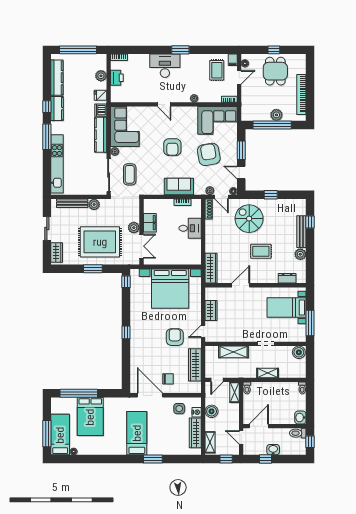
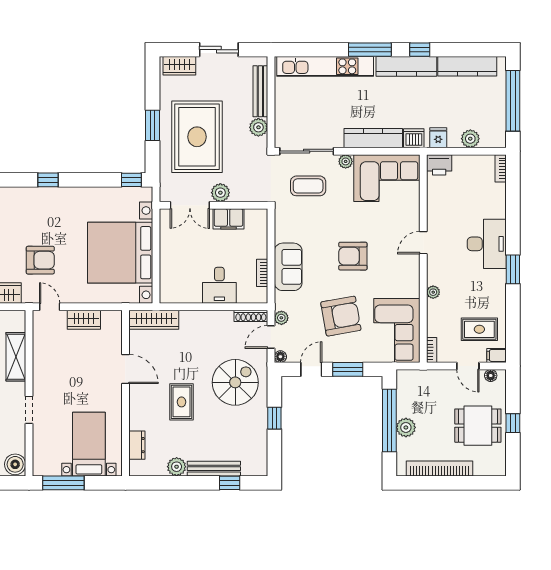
printer: (117, 78) -> (439, 165), moved
kitchen counter: (57, 109) -> (406, 66), width x1.50

